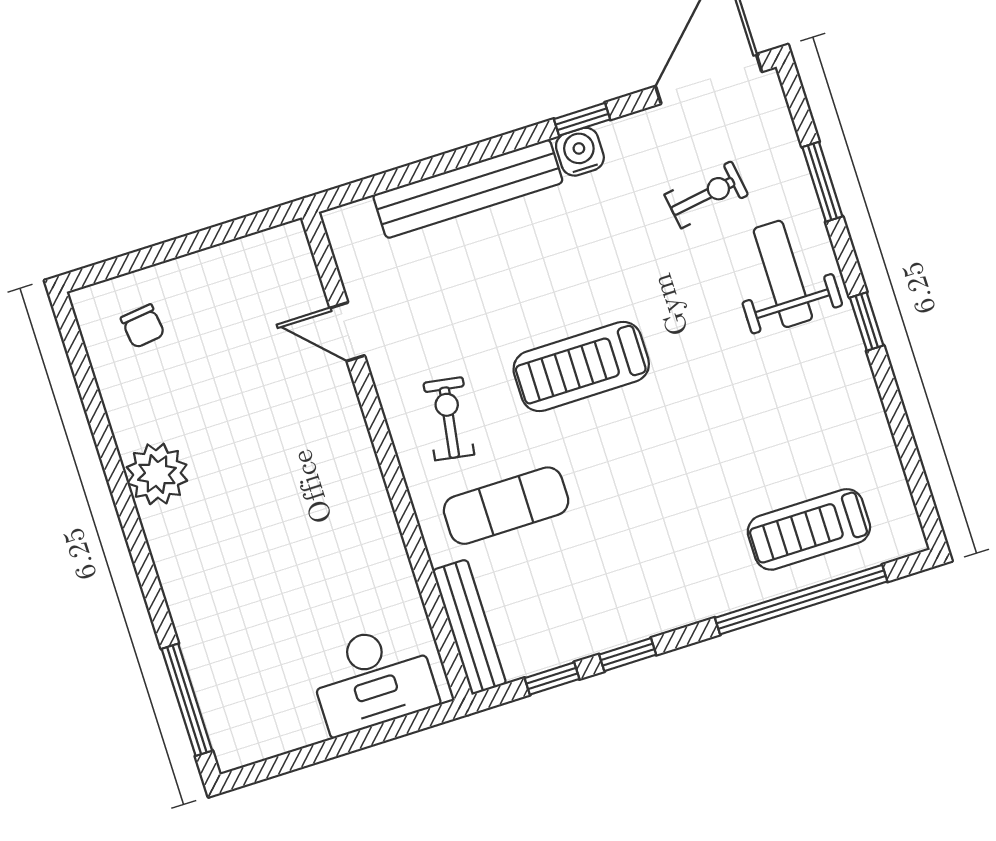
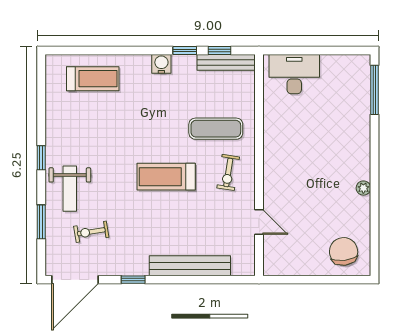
water cooler: (580, 152) -> (161, 64), moved, turned 180
chair: (143, 326) -> (344, 251), width x1.87, depth x1.87
treadmill: (581, 367) -> (166, 177), turned 180
plant: (157, 474) -> (363, 188), width x0.53, depth x0.53
window: (801, 600) -> (105, 51), removed
bench: (469, 627) -> (226, 62), moved, turned 90

